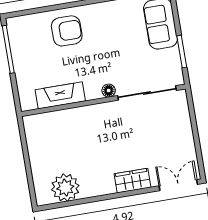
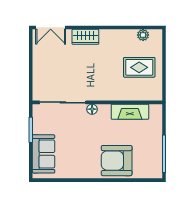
armchair: (67, 31) -> (117, 161), width x1.36, depth x1.36
rug: (58, 153) -> (139, 67), added
plant: (65, 188) -> (143, 35), width x0.53, depth x0.53

